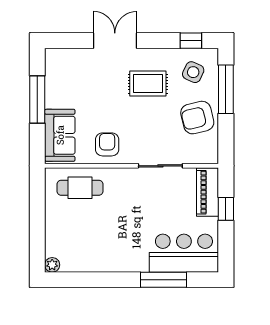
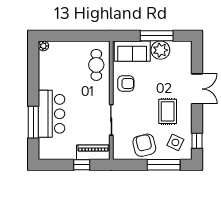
plant: (58, 94) -> (160, 50), added
bar counter: (184, 253) -> (51, 114), moved

